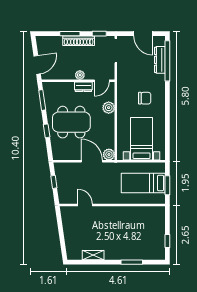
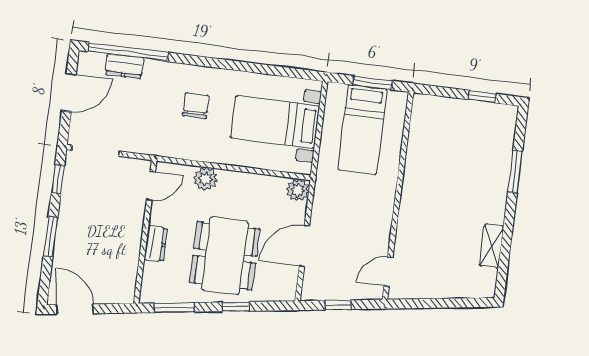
shoe rack: (79, 41) -> (67, 221), removed
dresser: (160, 60) -> (124, 66), width x0.70
door: (37, 65) -> (75, 309), moved
plant: (80, 75) -> (134, 227), removed
door: (102, 81) -> (151, 186), hinge flipped
dresser: (83, 87) -> (156, 244), moved
door: (92, 161) -> (304, 246), moved
door: (85, 205) -> (388, 272), moved

